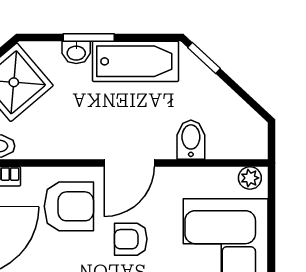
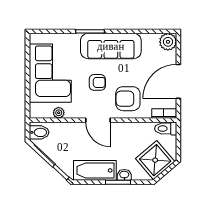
bidet: (191, 140) -> (39, 132), moved, turned -90
door: (129, 163) -> (98, 120), swing flipped
plant: (250, 178) -> (59, 113), moved

